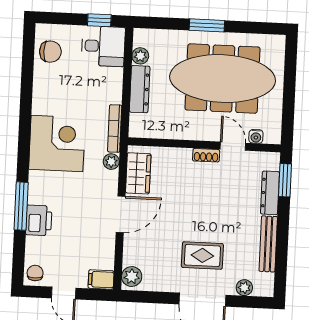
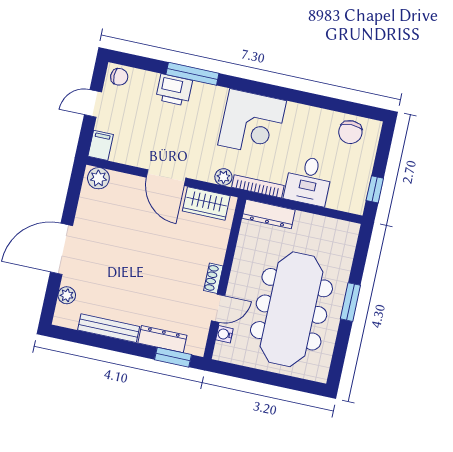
desk: (103, 46) -> (308, 181), moved
plant: (140, 56) -> (330, 226), removed
dresser: (140, 89) -> (269, 214), moved
rug: (202, 255) -> (108, 257), removed

